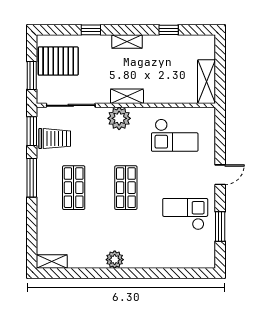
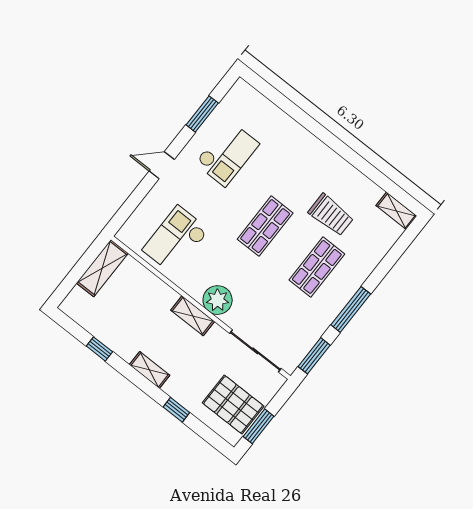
window: (32, 75) -> (258, 426), moved
checkout: (175, 135) -> (176, 240), turned -90
trolley: (55, 139) -> (331, 215), moved, turned 180
checkout: (185, 214) -> (227, 154), turned -90
plant: (115, 260) -> (332, 164), removed

